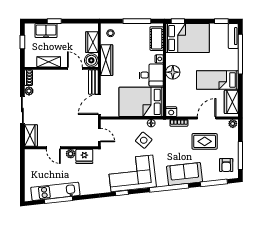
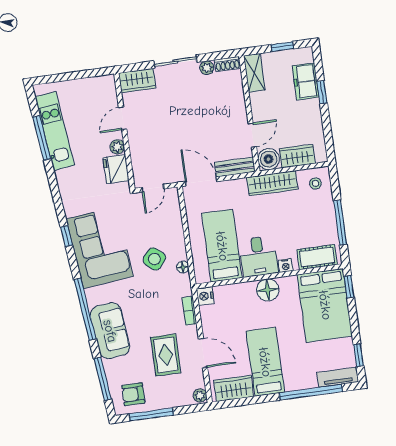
shelving: (49, 62) -> (254, 73), moved
bed: (141, 102) -> (222, 246), width x0.67

